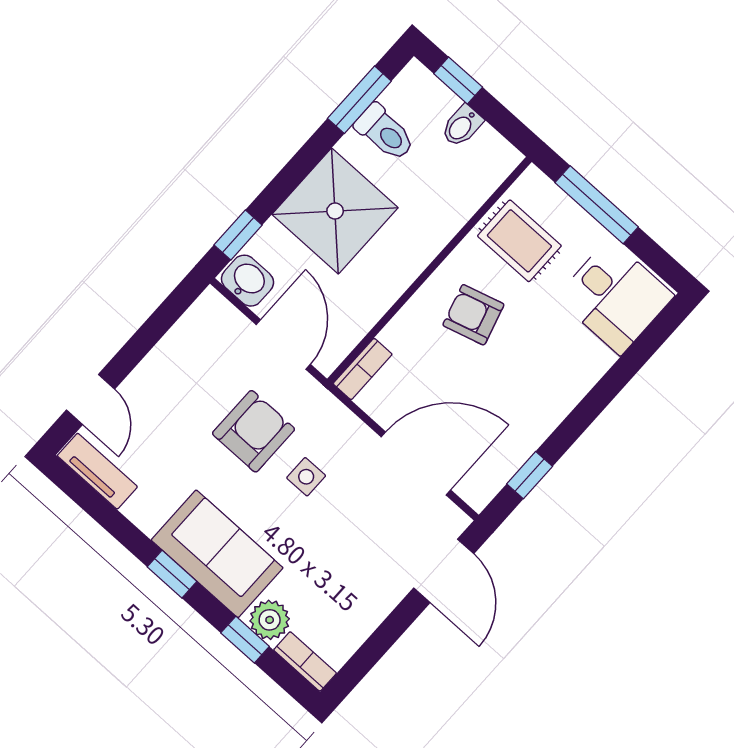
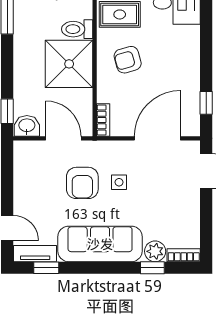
toilet: (385, 132) -> (77, 29), moved, turned 180
shower: (335, 211) -> (69, 64), moved
armchair: (253, 431) -> (82, 183), turned 180
sofa: (217, 554) -> (100, 244), width x1.36
window: (172, 574) -> (46, 268), moved

